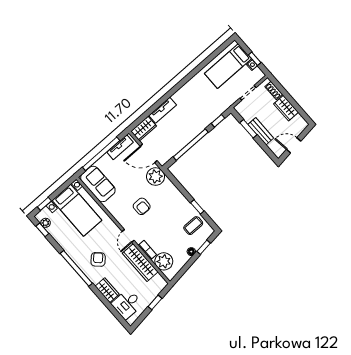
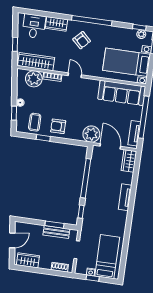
wardrobe: (286, 108) -> (28, 260), moved
tv unit: (163, 110) -> (125, 197), moved
bench: (261, 131) -> (56, 232), moved
door: (149, 153) -> (110, 146), hinge flipped
sofa: (98, 184) -> (122, 93), width x1.36
armchair: (142, 206) -> (58, 126), moved
wardrobe: (140, 263) -> (36, 62), moved

